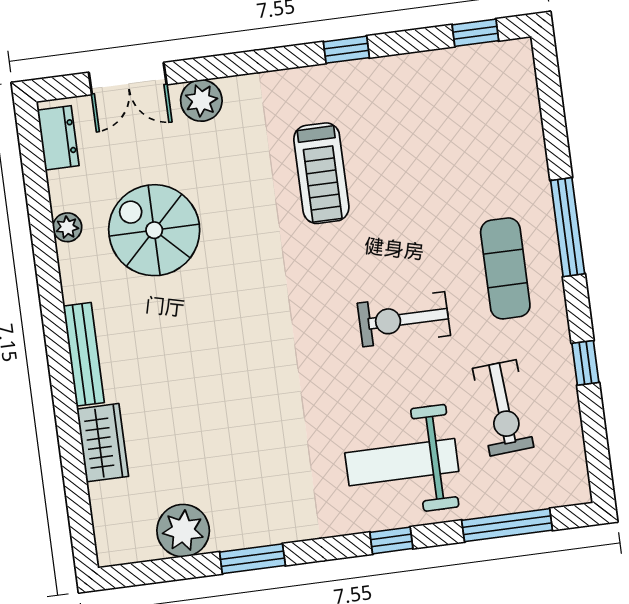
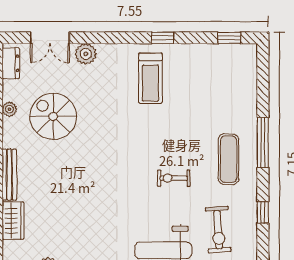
treadmill: (321, 173) -> (150, 78), moved
exercise bike: (404, 319) -> (174, 178), width x0.73, depth x0.72

